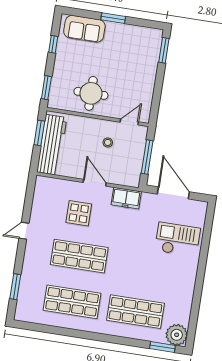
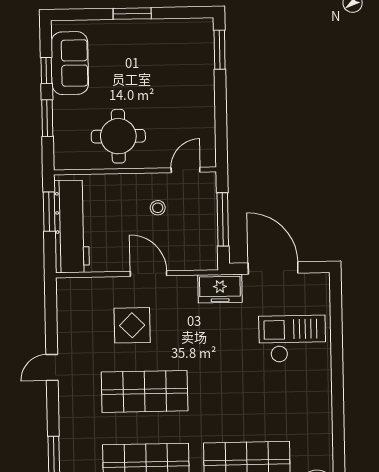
sofa: (84, 29) -> (70, 63), moved, turned -90
window: (46, 88) -> (47, 118), moved
freezer: (126, 198) -> (220, 289), moved

